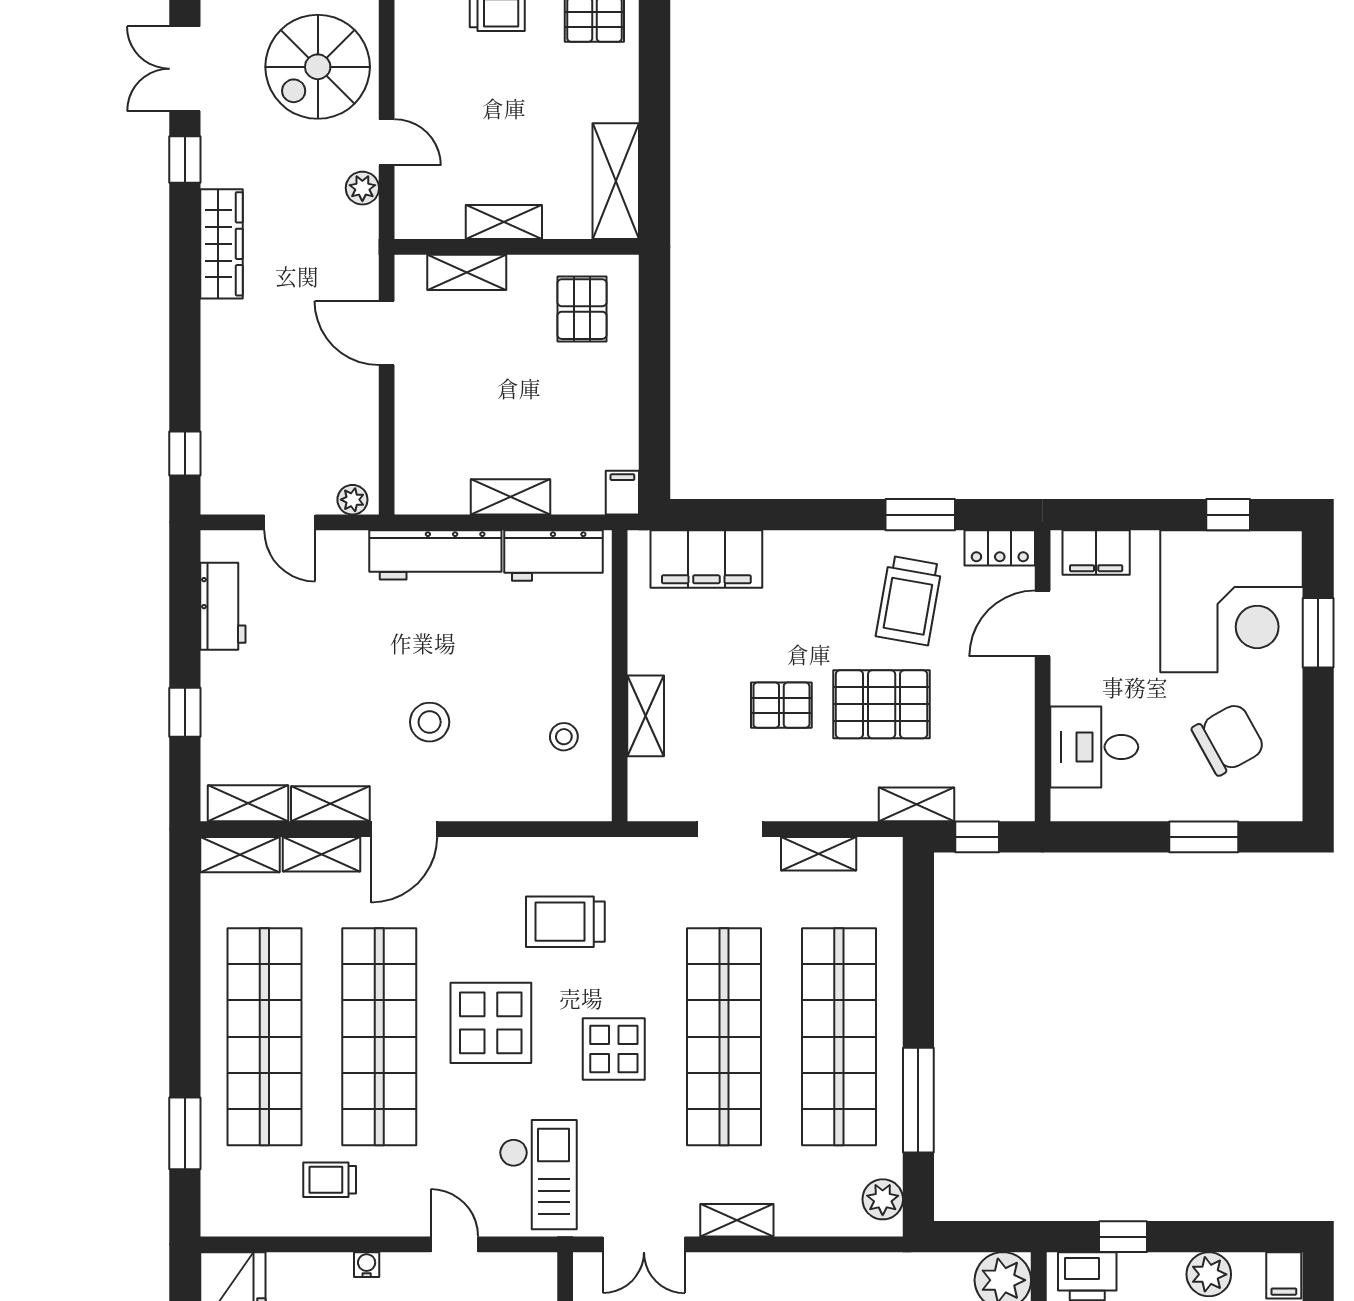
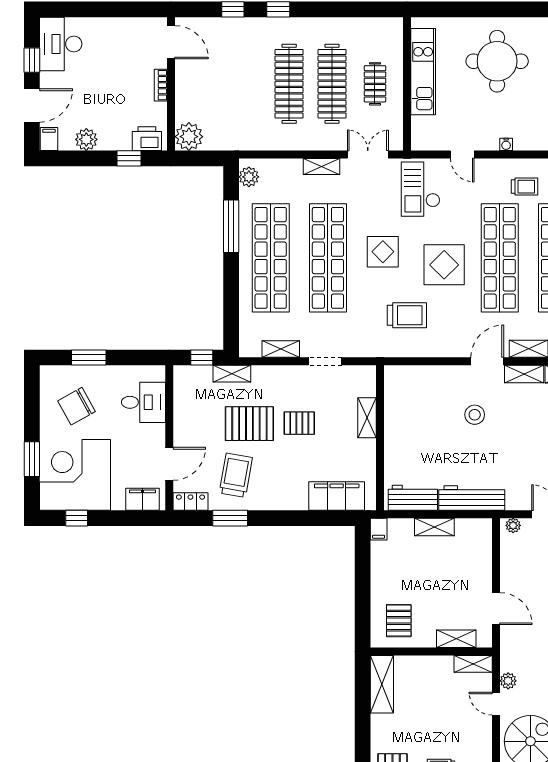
shelving: (504, 222) -> (473, 664), moved
stool: (564, 737) -> (408, 407), removed

